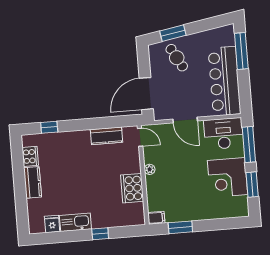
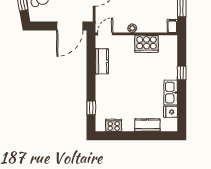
door: (146, 94) -> (70, 26), hinge flipped
kitchen counter: (33, 182) -> (147, 125), moved

